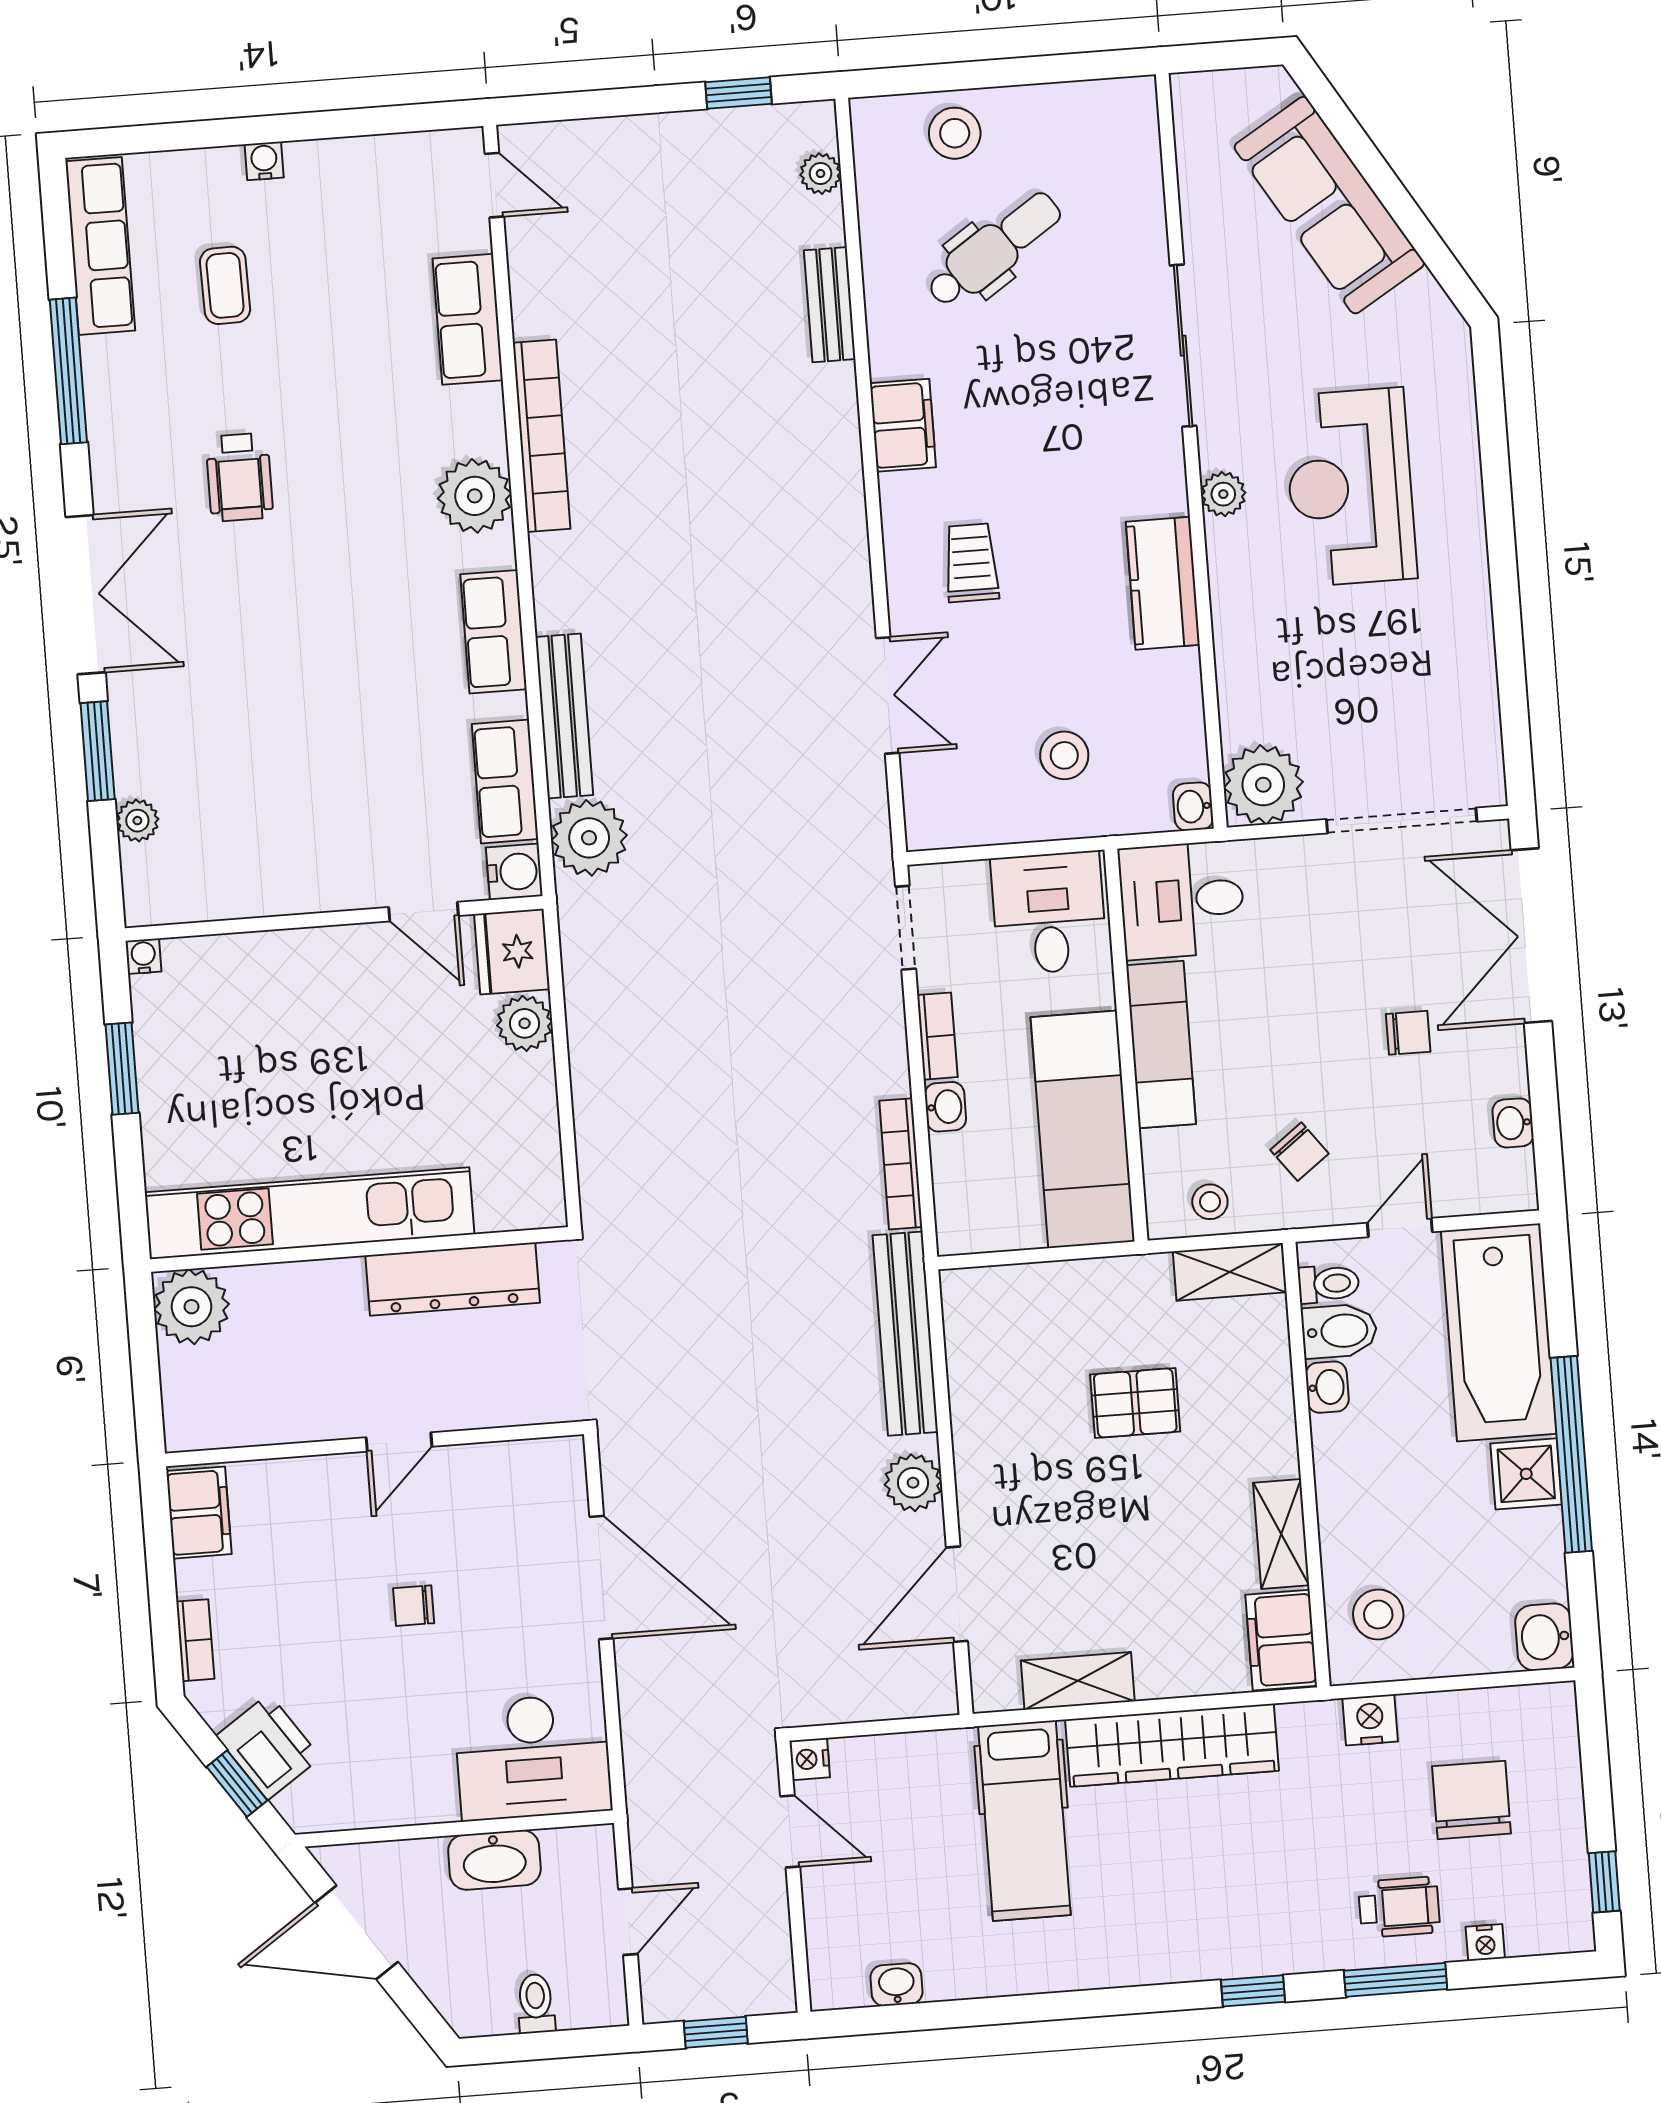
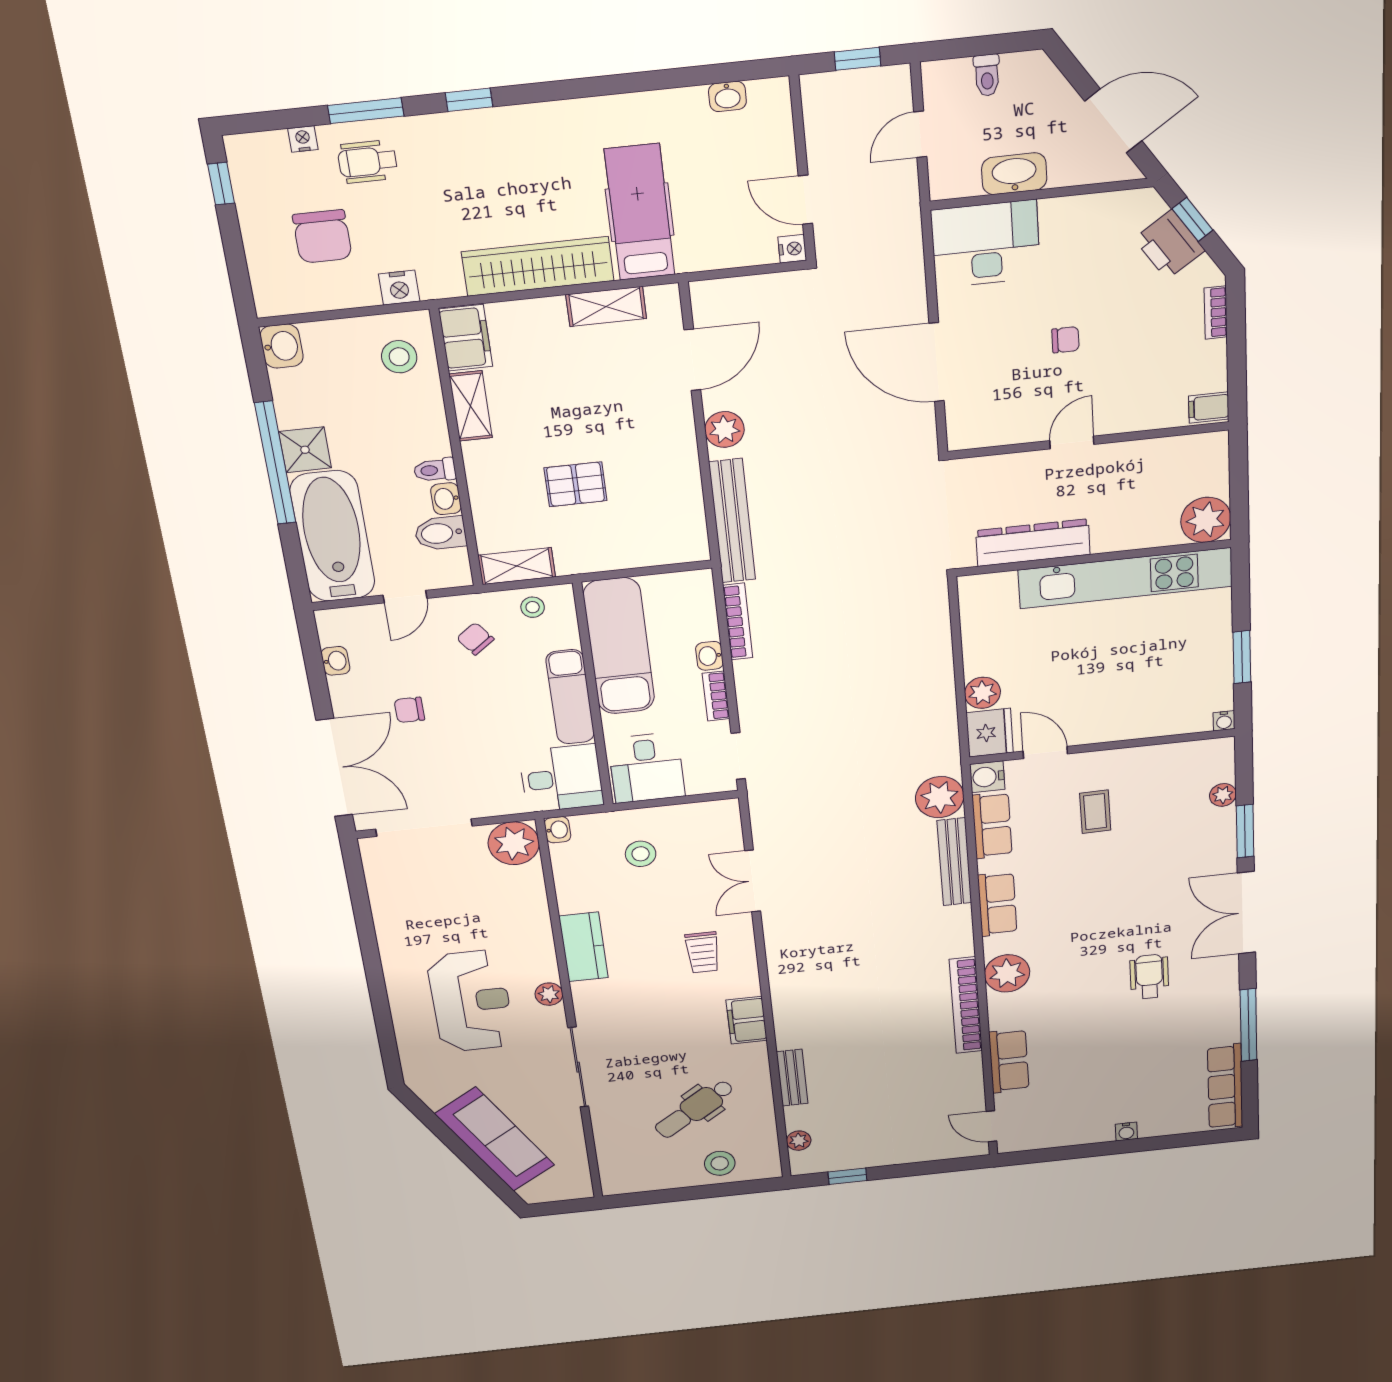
coffee table: (225, 285) -> (1095, 812), moved
toilet: (1329, 1284) -> (435, 470), moved
filing cabinet: (199, 1513) -> (1209, 408), width x0.50

